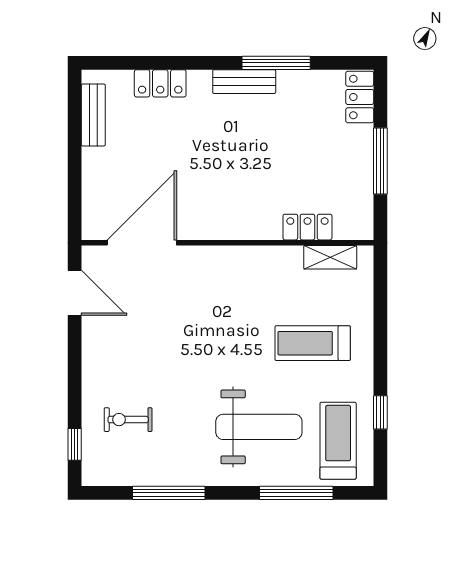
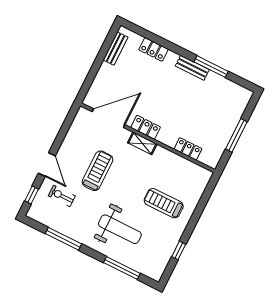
locker: (360, 97) -> (146, 127), moved, turned 90
shelving: (330, 257) -> (142, 143), moved
door: (75, 293) -> (47, 164), moved
treadmill: (338, 441) -> (98, 171), moved

